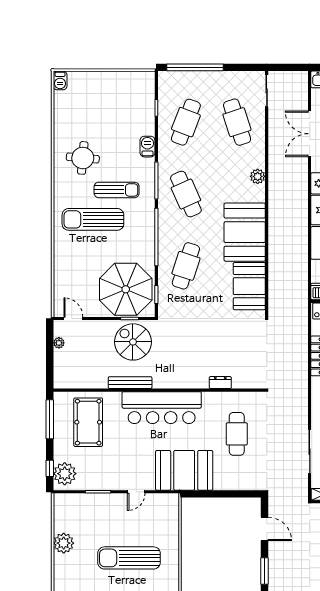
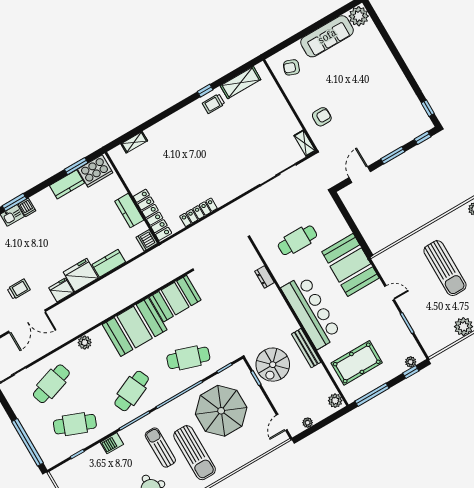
parasol: (126, 289) -> (221, 411), moved
plant: (64, 381) -> (335, 401), added
plant: (65, 474) -> (411, 362), width x0.53, depth x0.53

